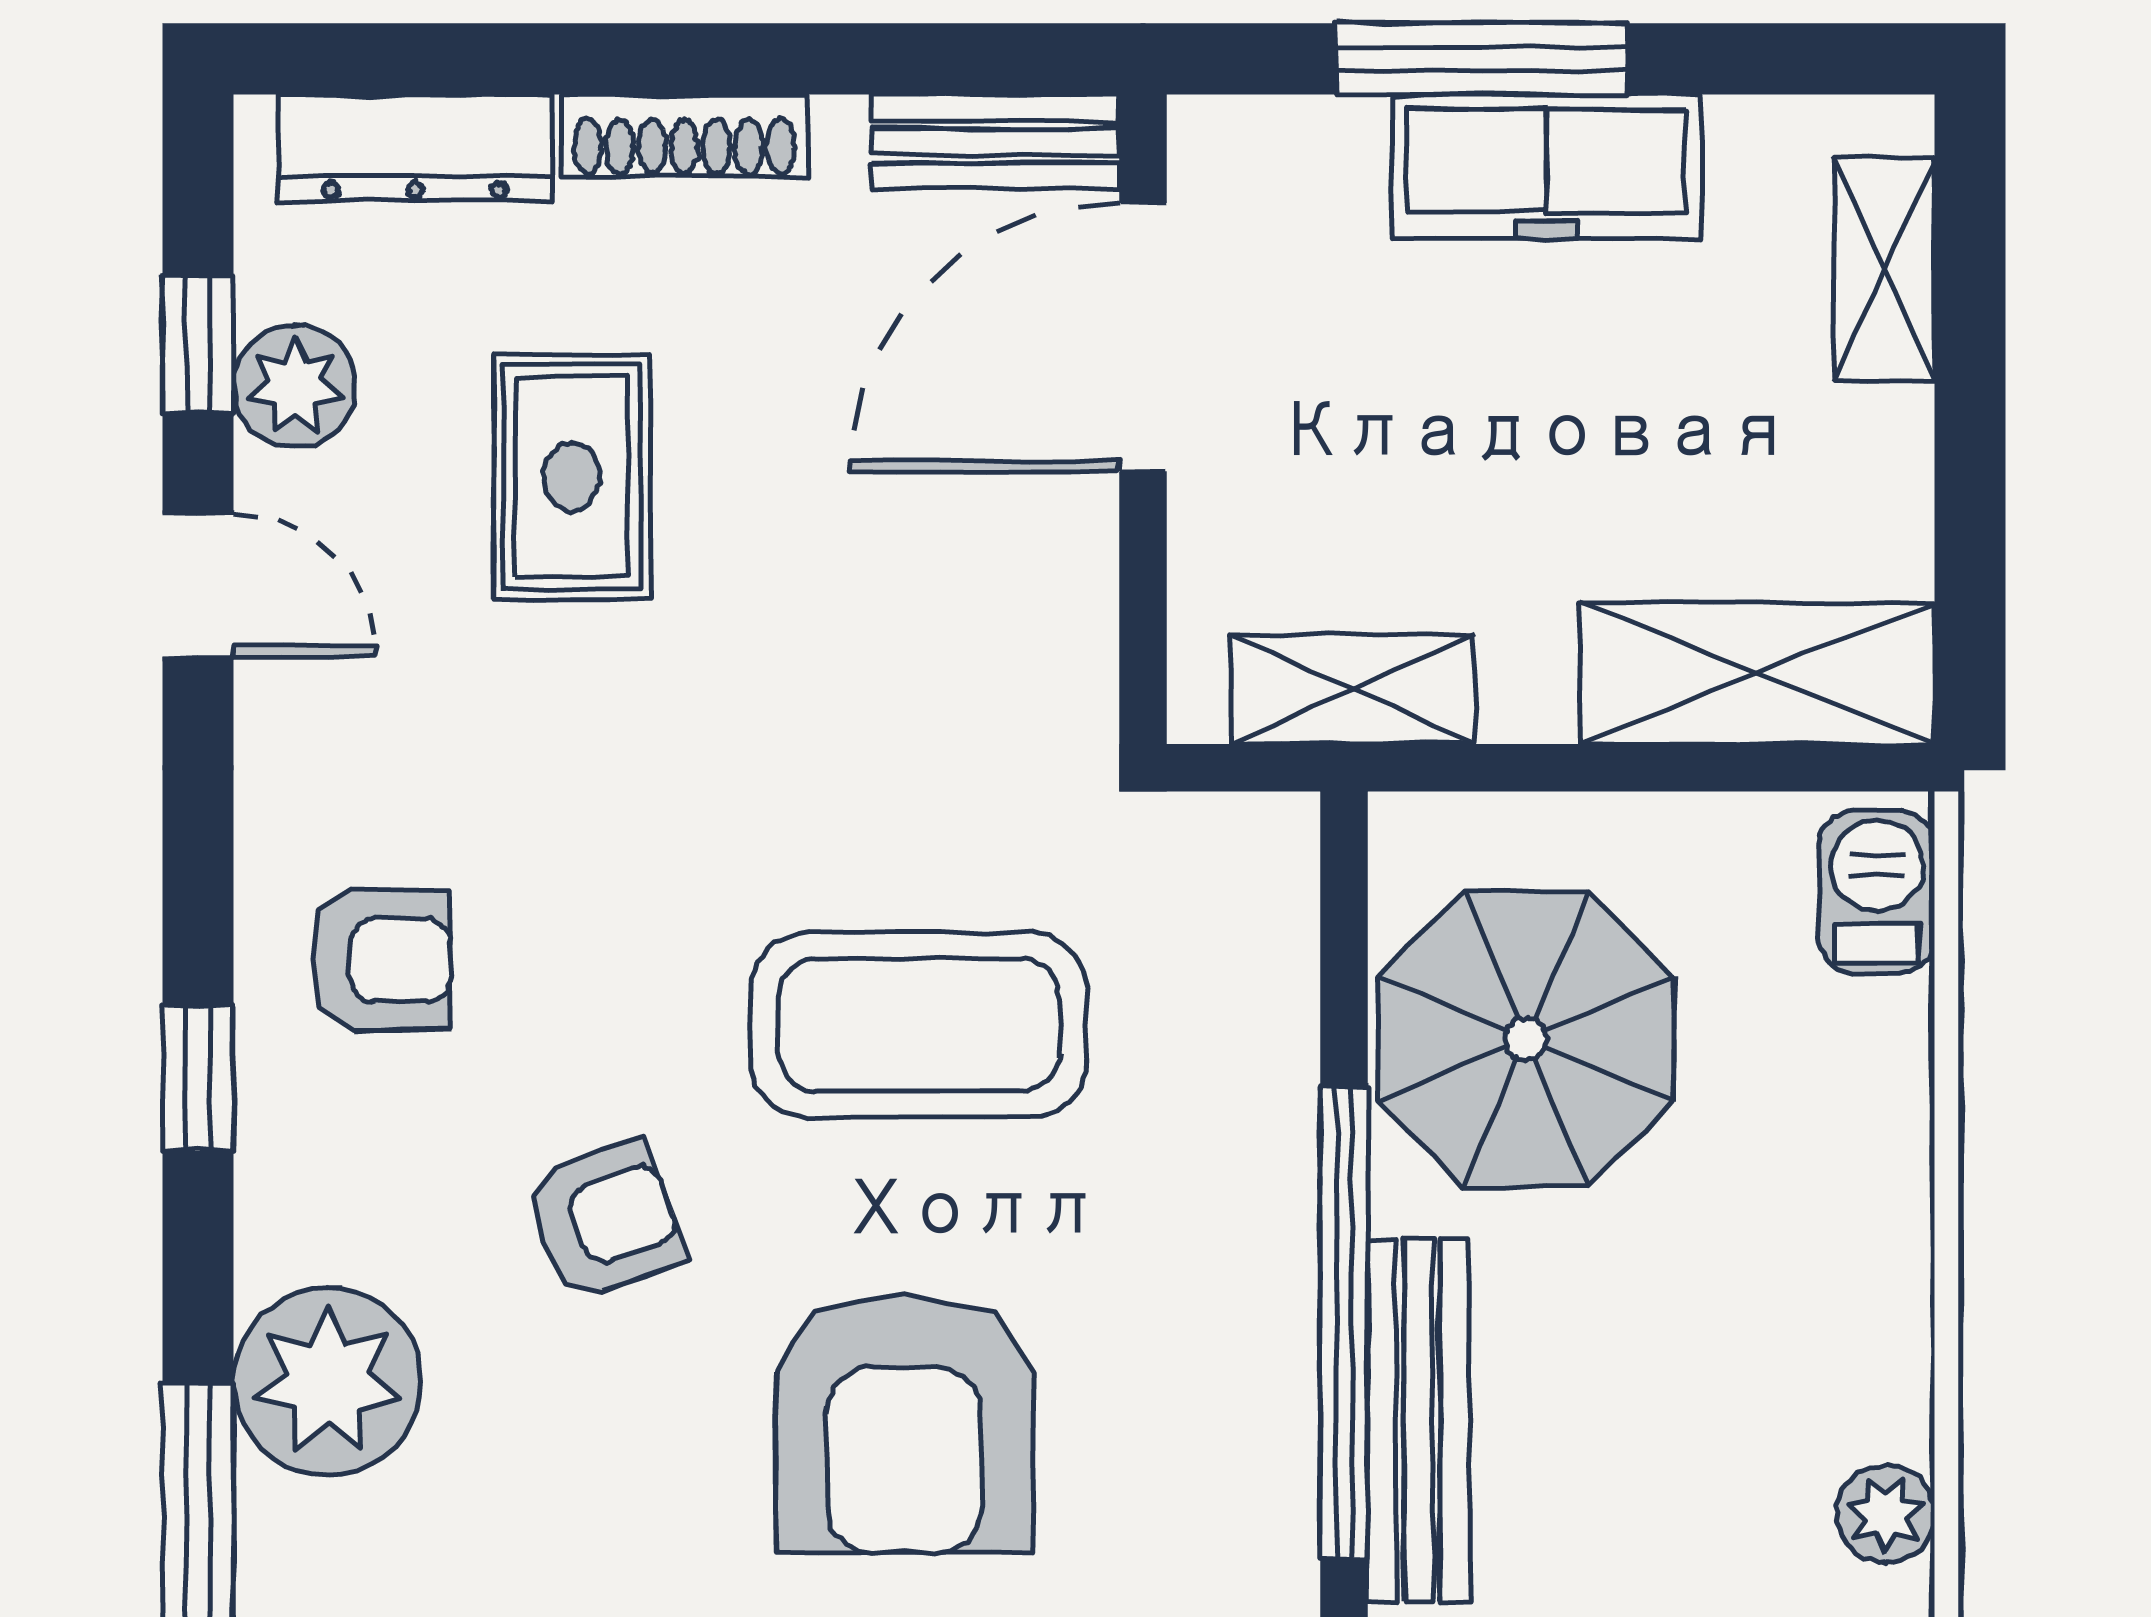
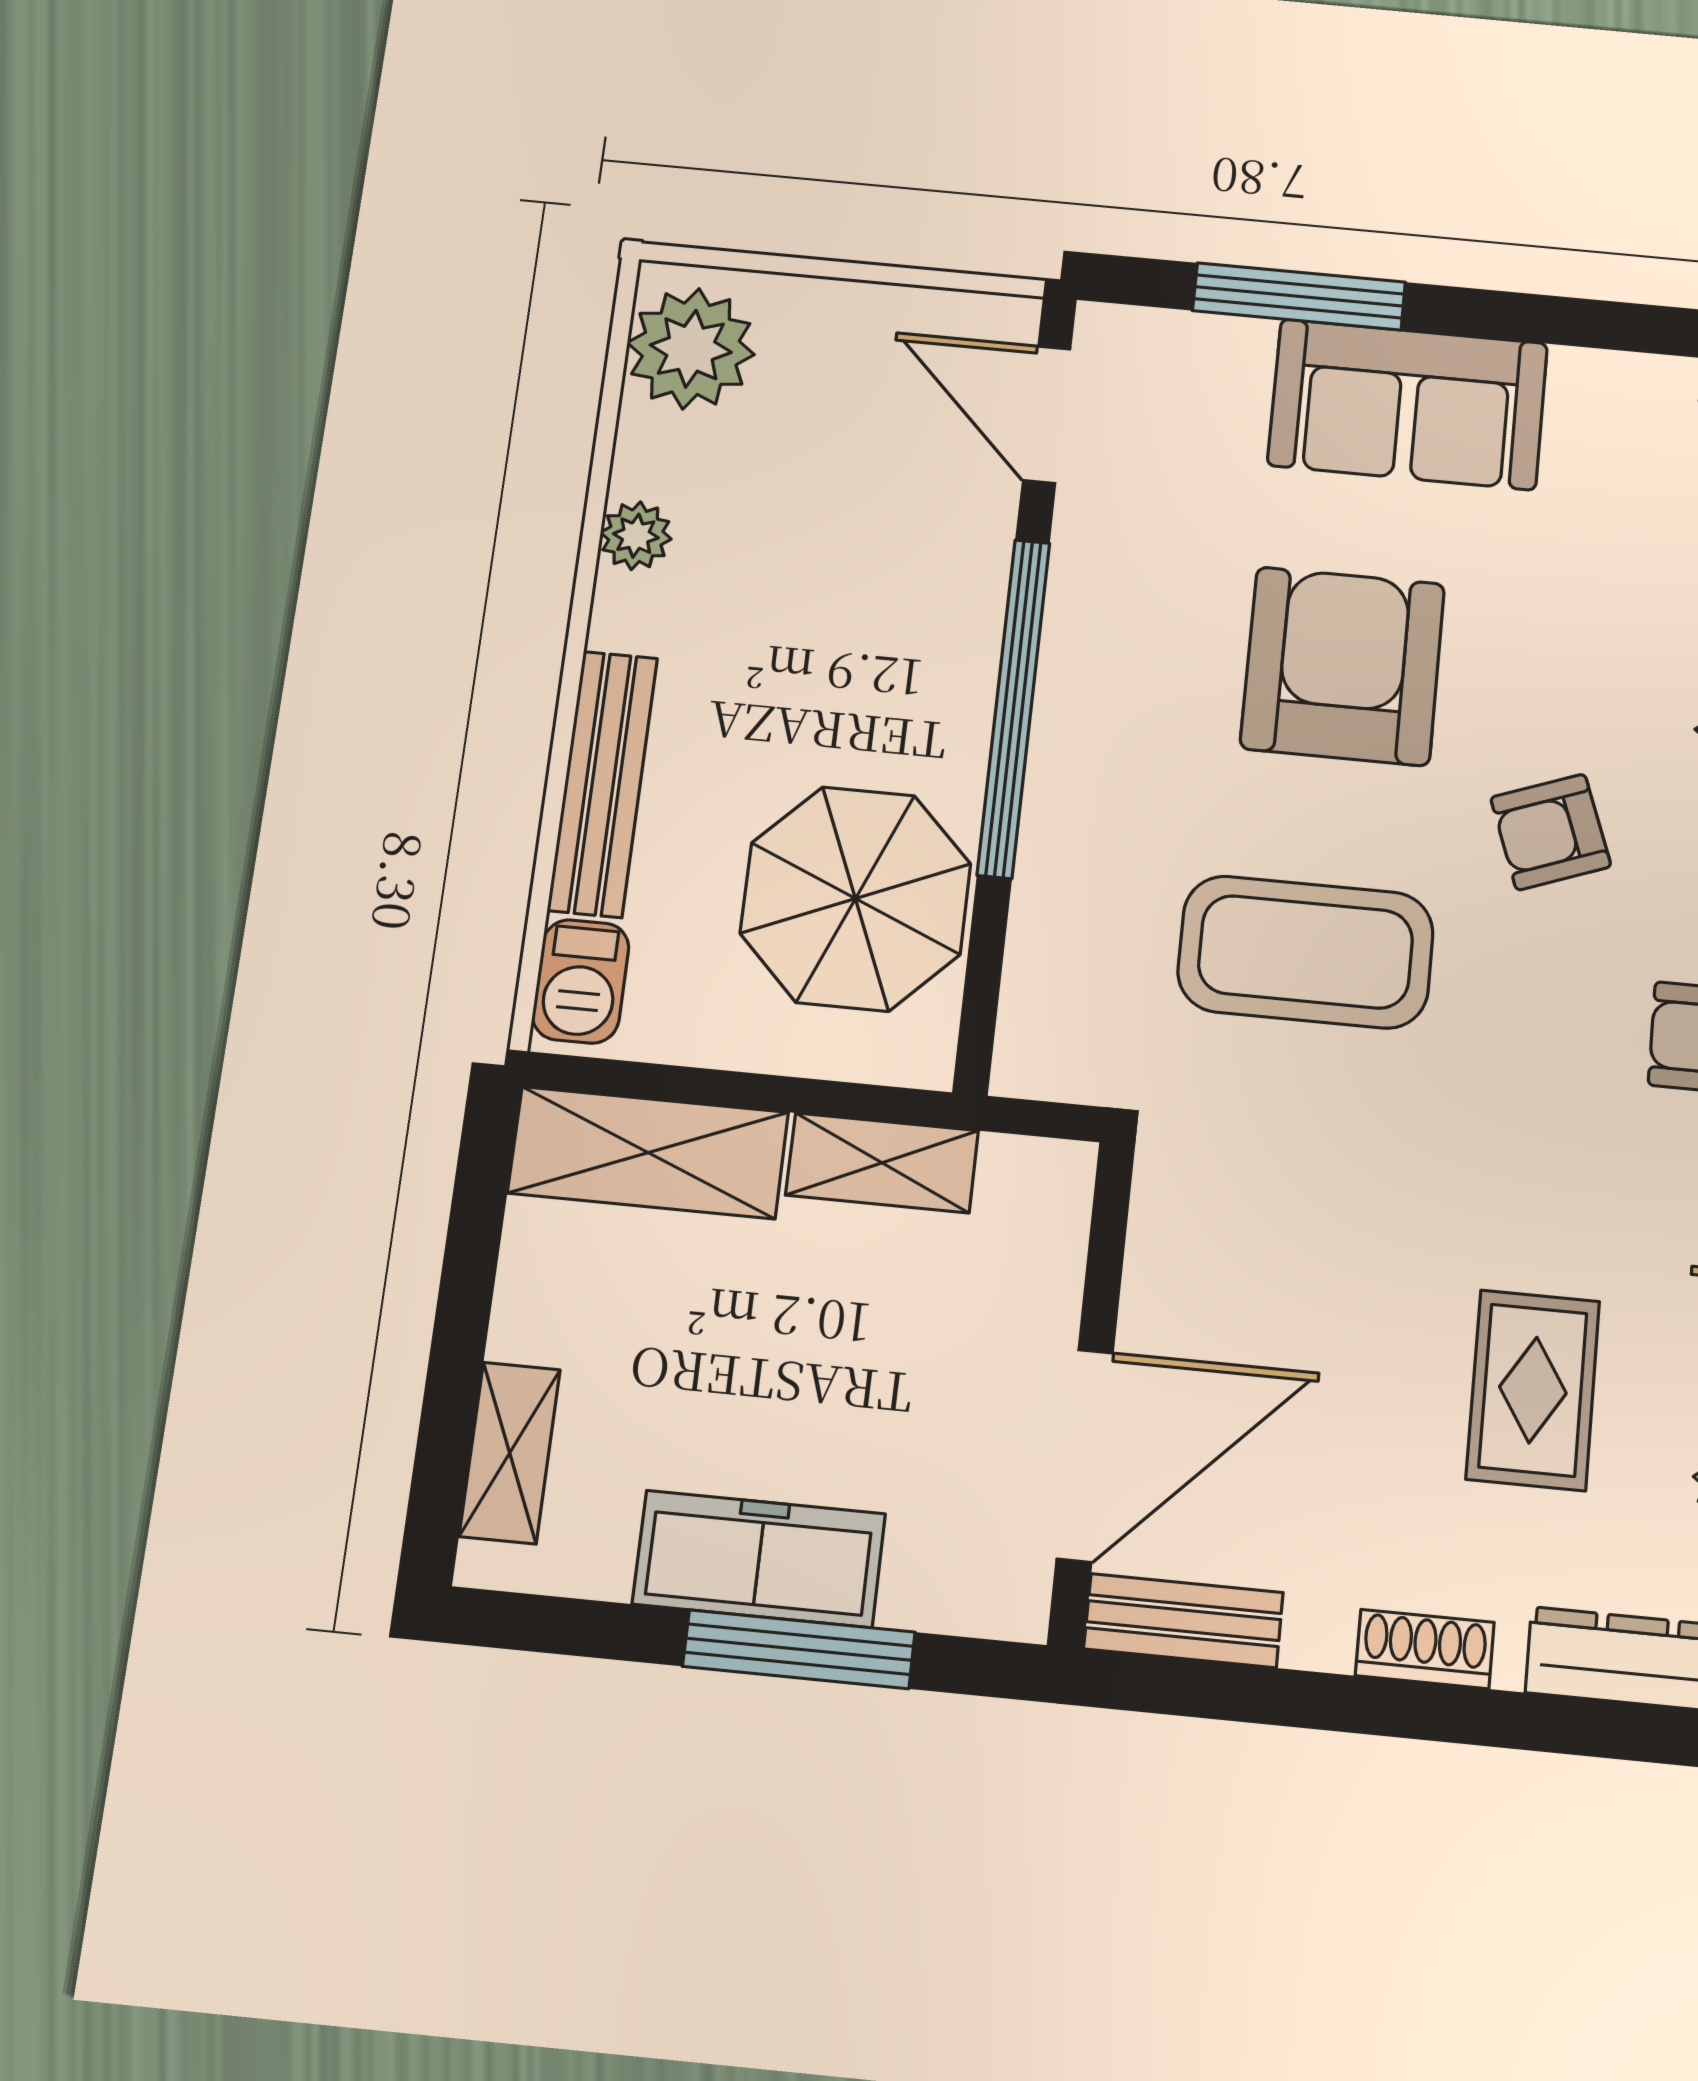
shoe rack: (684, 136) -> (1425, 1649), width x0.70
shelving: (1353, 689) -> (882, 1163), moved
bench: (1418, 1421) -> (603, 784), moved

